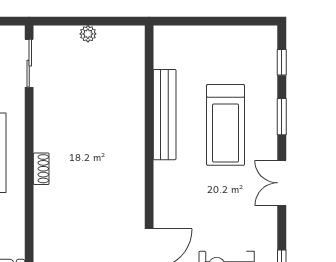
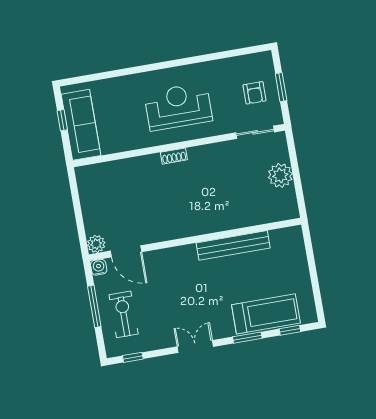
plant: (88, 34) -> (280, 175), width x1.88, depth x1.88
treadmill: (226, 125) -> (266, 314), moved, turned 180

